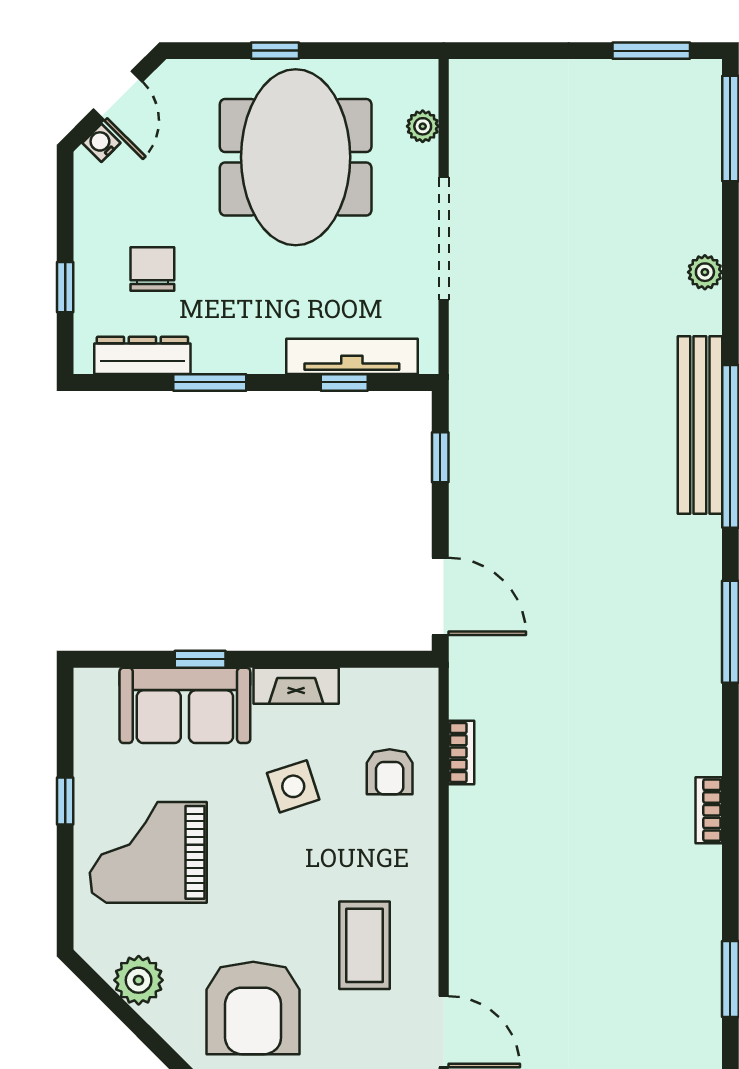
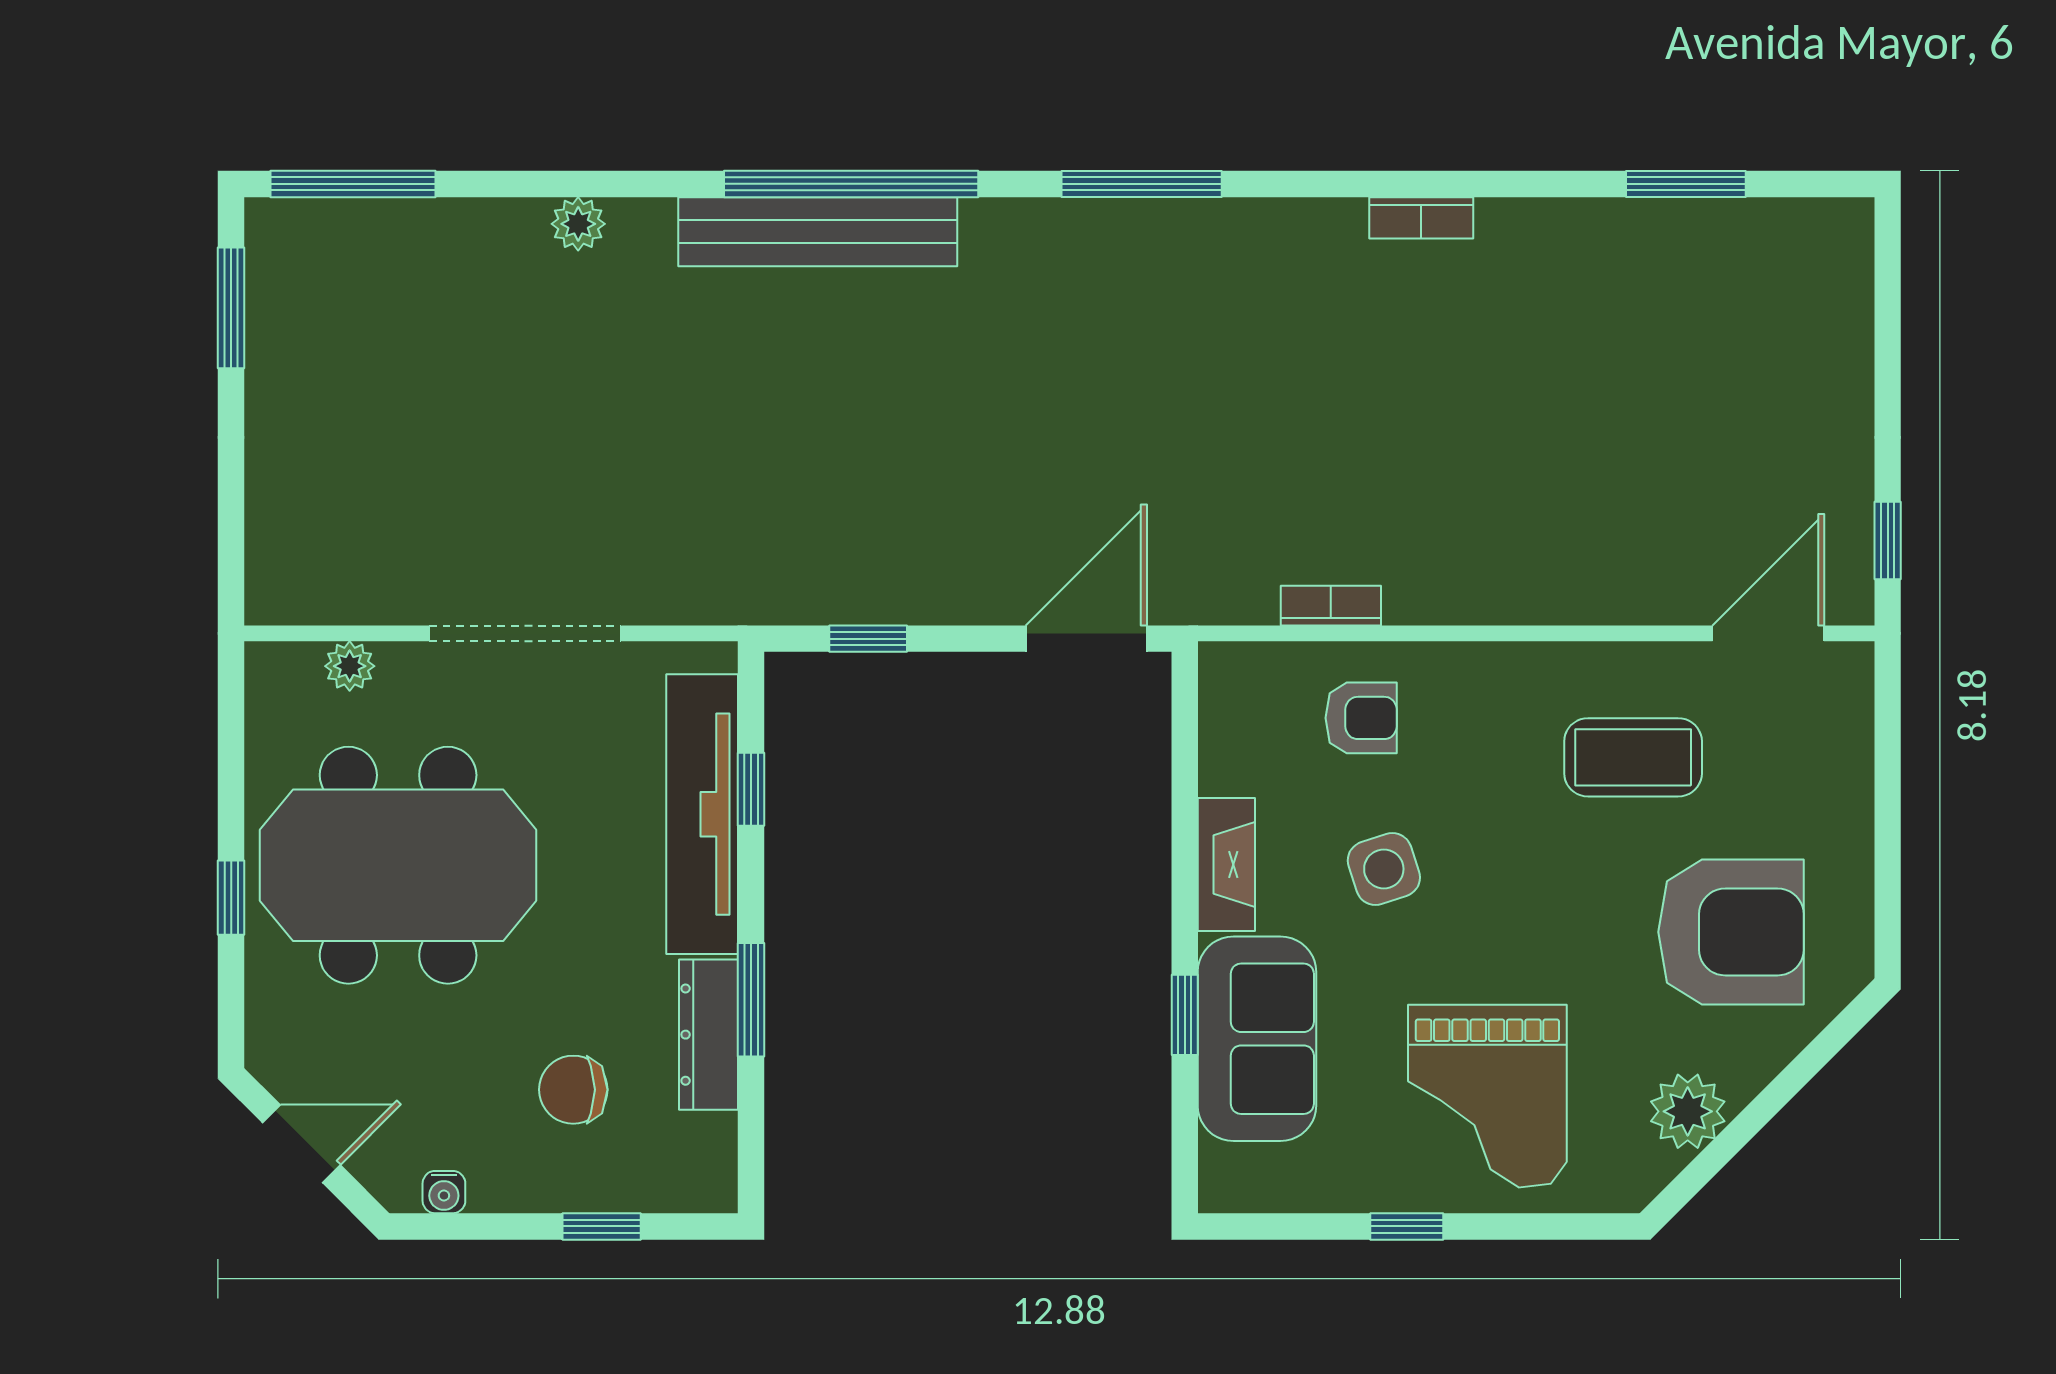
water cooler: (101, 143) -> (444, 1192), moved, turned -45
dresser: (142, 355) -> (709, 1035), moved
tv unit: (352, 356) -> (702, 814), width x1.36, depth x1.29

